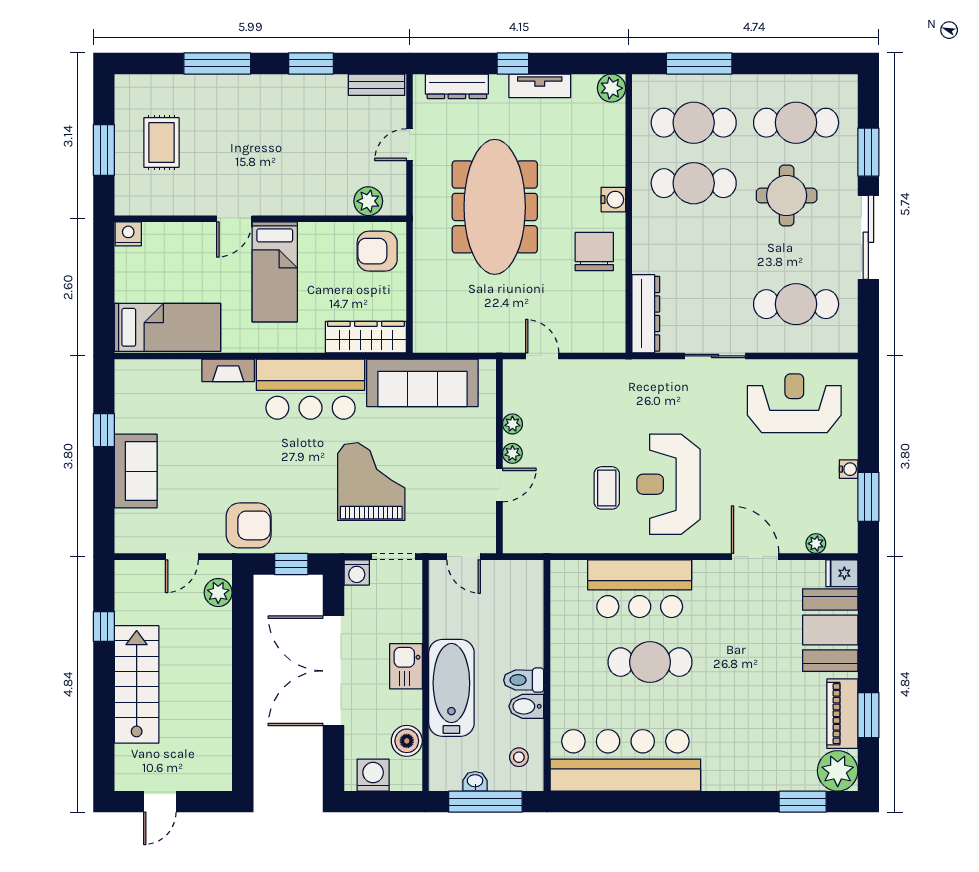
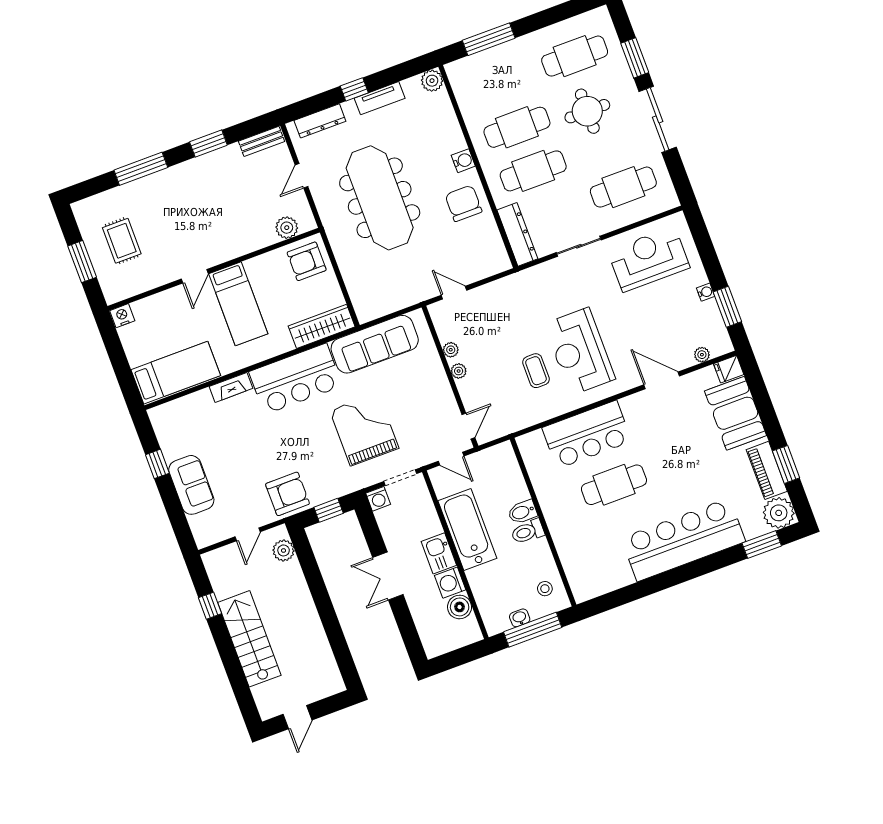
cafe table: (694, 123) -> (533, 171), moved
door: (499, 485) -> (468, 426), moved
double door: (334, 671) -> (388, 576), width x0.54
bathtub: (451, 688) -> (467, 530), moved
bidet: (526, 706) -> (522, 512), moved
bar counter: (625, 760) -> (683, 540), moved
washing machine: (373, 775) -> (450, 583), moved, turned -90

